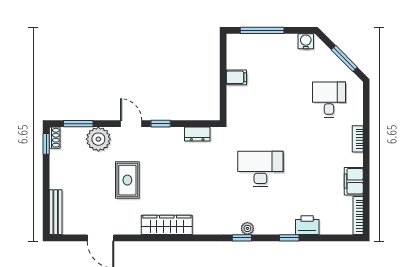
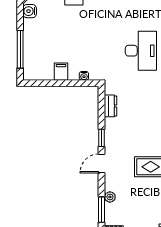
water cooler: (232, 104) -> (84, 76), added
plant: (98, 139) -> (110, 197), width x0.53, depth x0.53
desk: (260, 169) -> (141, 51), turned 180

